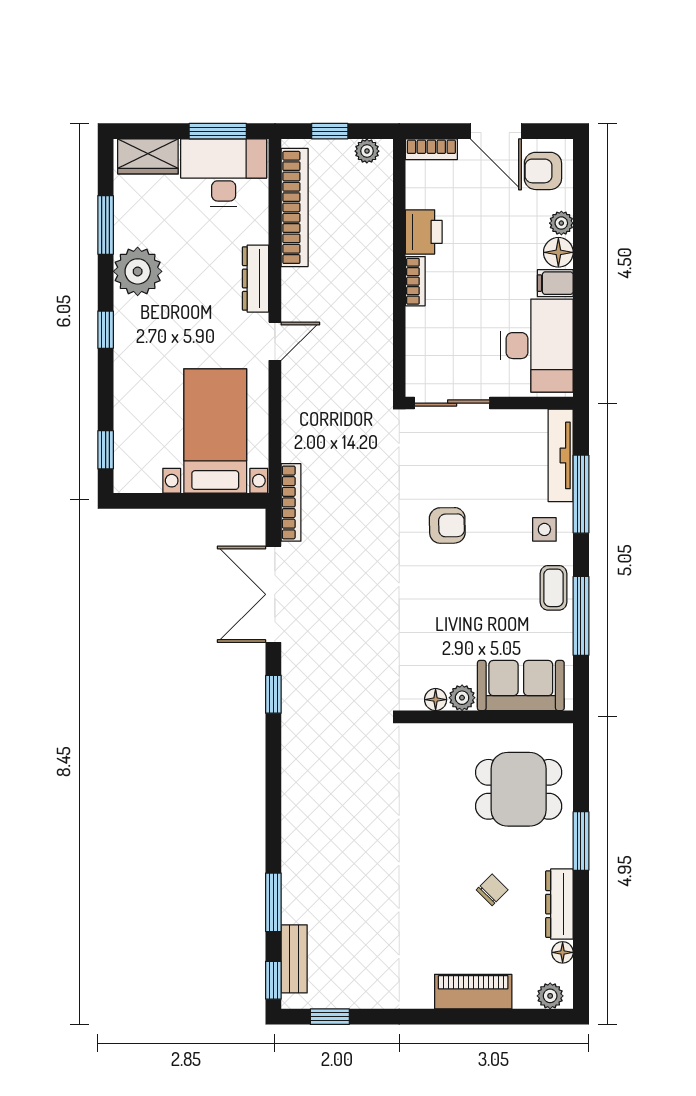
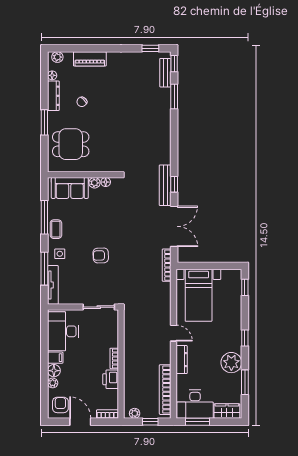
armchair: (543, 171) -> (60, 405), turned -90
door: (275, 341) -> (173, 333), swing flipped
bench: (295, 692) -> (165, 185), added

